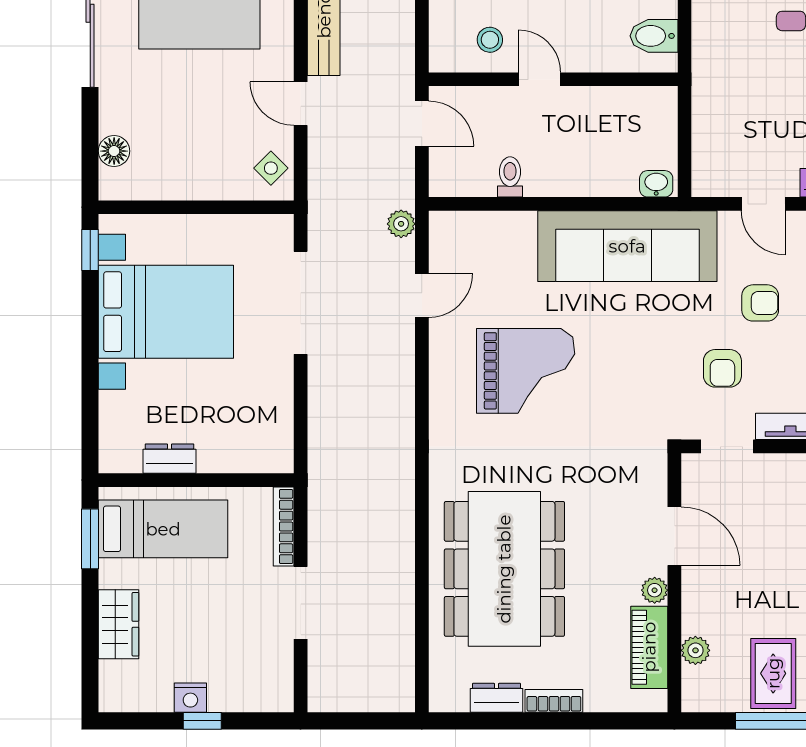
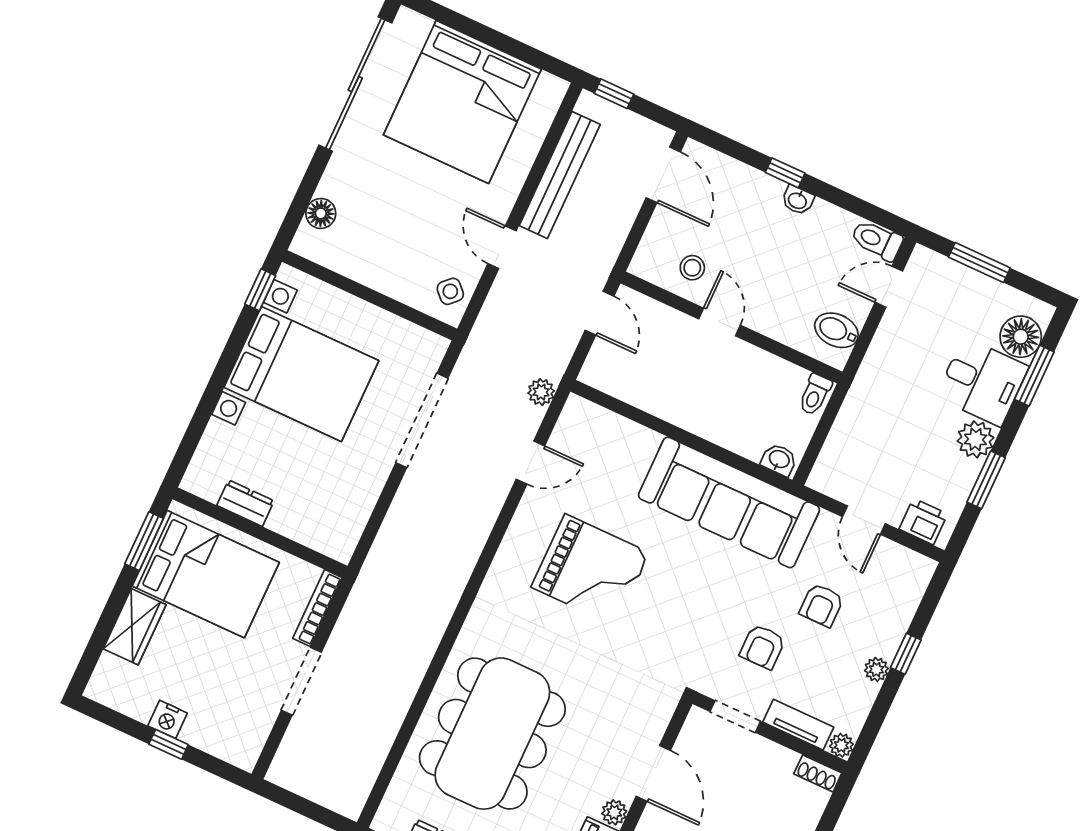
toilet: (510, 177) -> (815, 394), moved, turned 180
armchair: (760, 303) -> (822, 605), turned 90
bed: (163, 529) -> (206, 574), width x1.50

